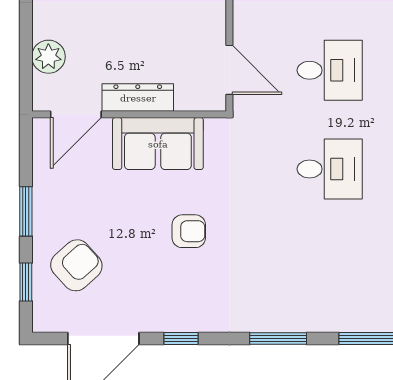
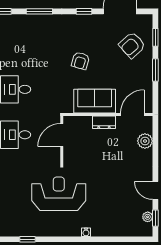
door: (229, 70) -> (62, 135), hinge flipped
dresser: (138, 98) -> (104, 122), width x0.70
armchair: (189, 231) -> (80, 61), turned -74

